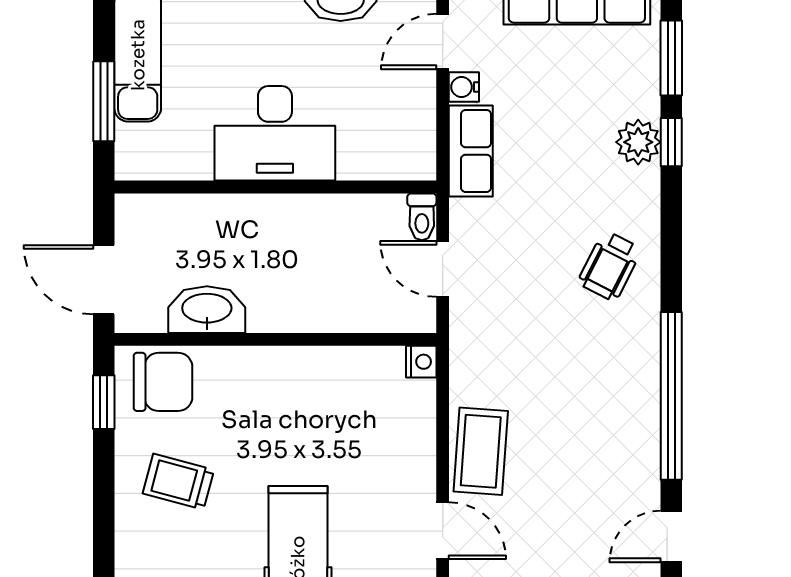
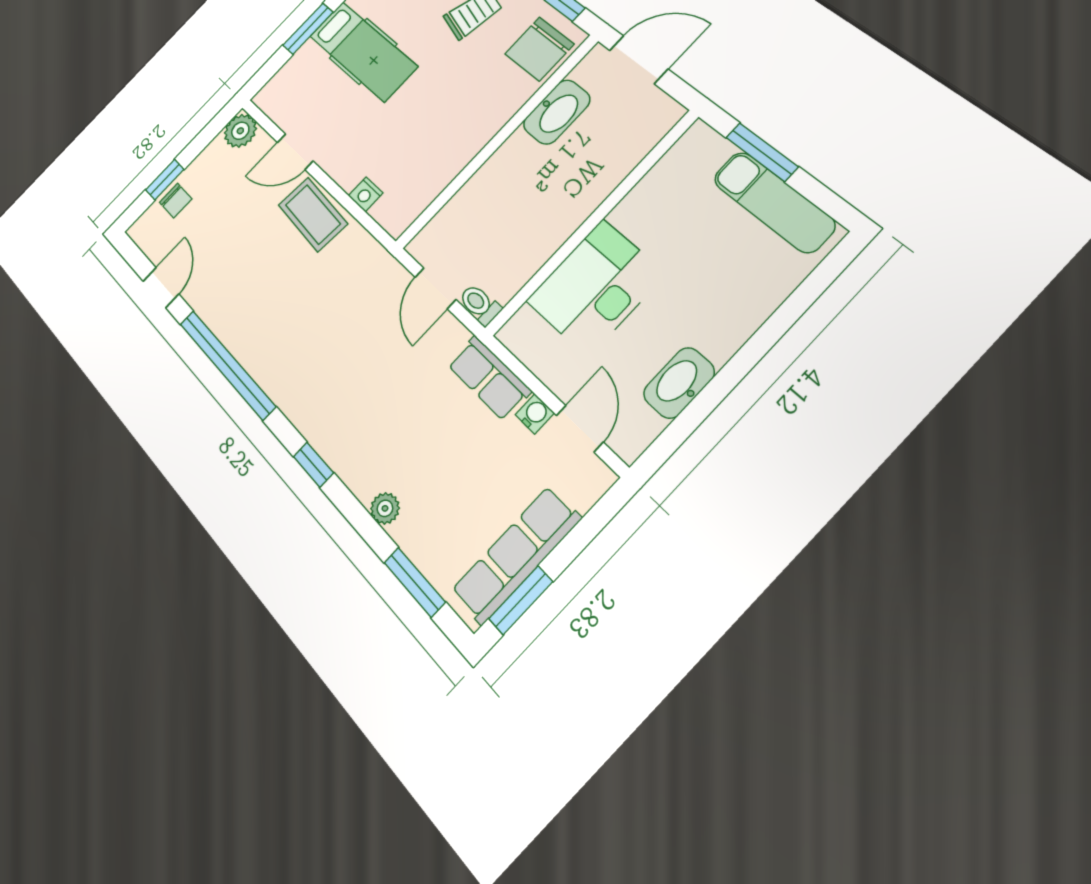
desk: (275, 133) -> (595, 287), moved
plant: (638, 142) -> (385, 508), width x0.73, depth x0.73
window: (671, 142) -> (313, 465), moved
wheelchair: (610, 266) -> (333, 401), removed
door: (443, 269) -> (435, 288), swing flipped
nightstand: (421, 362) -> (366, 194), moved

